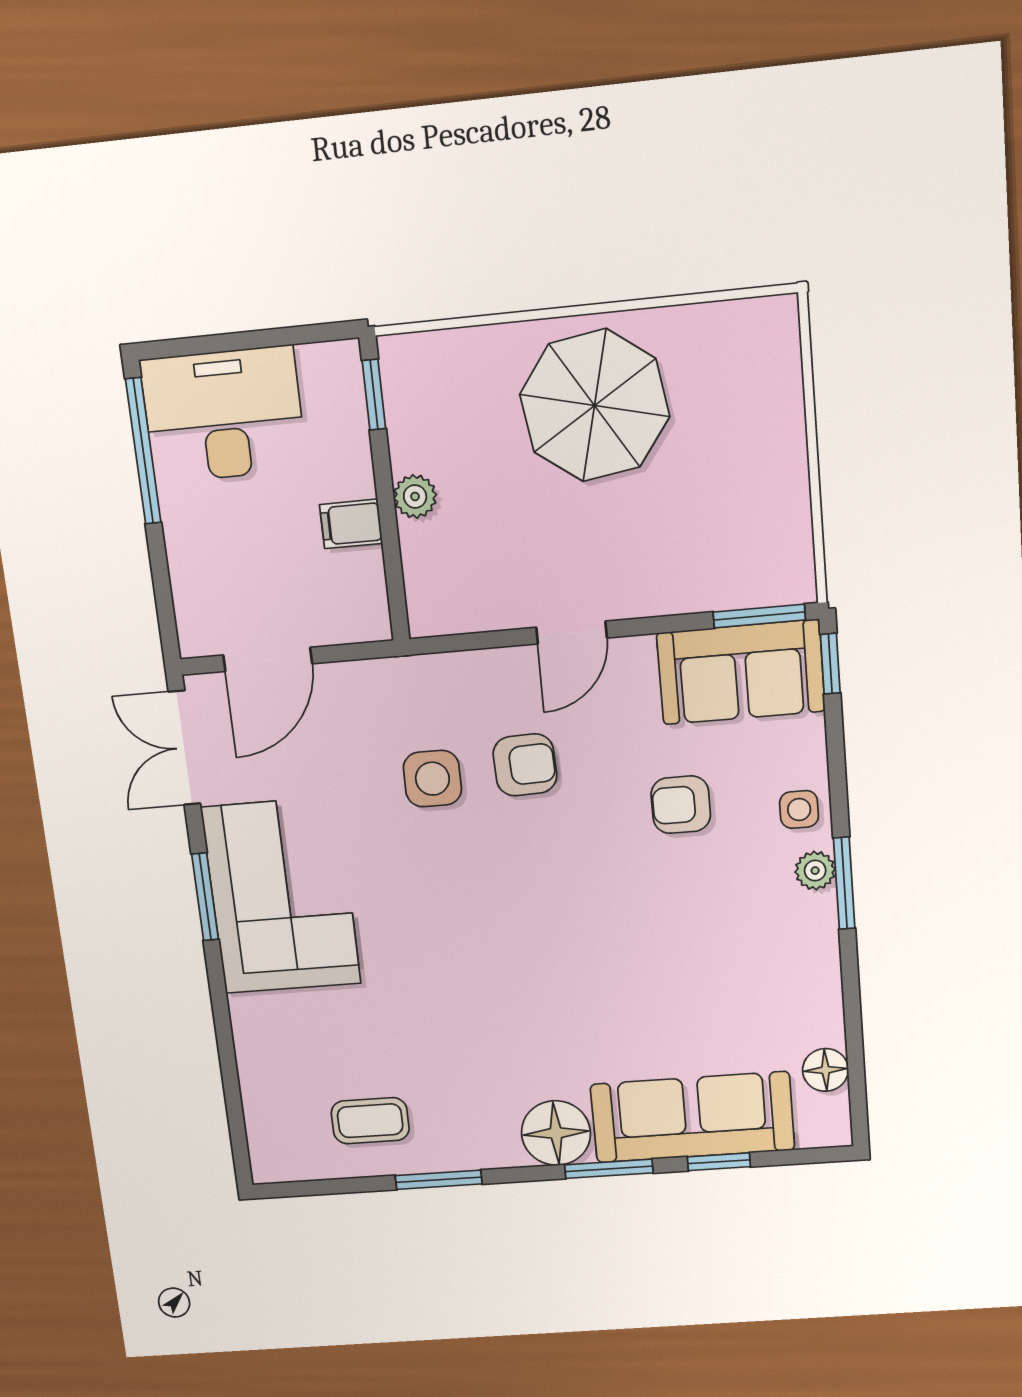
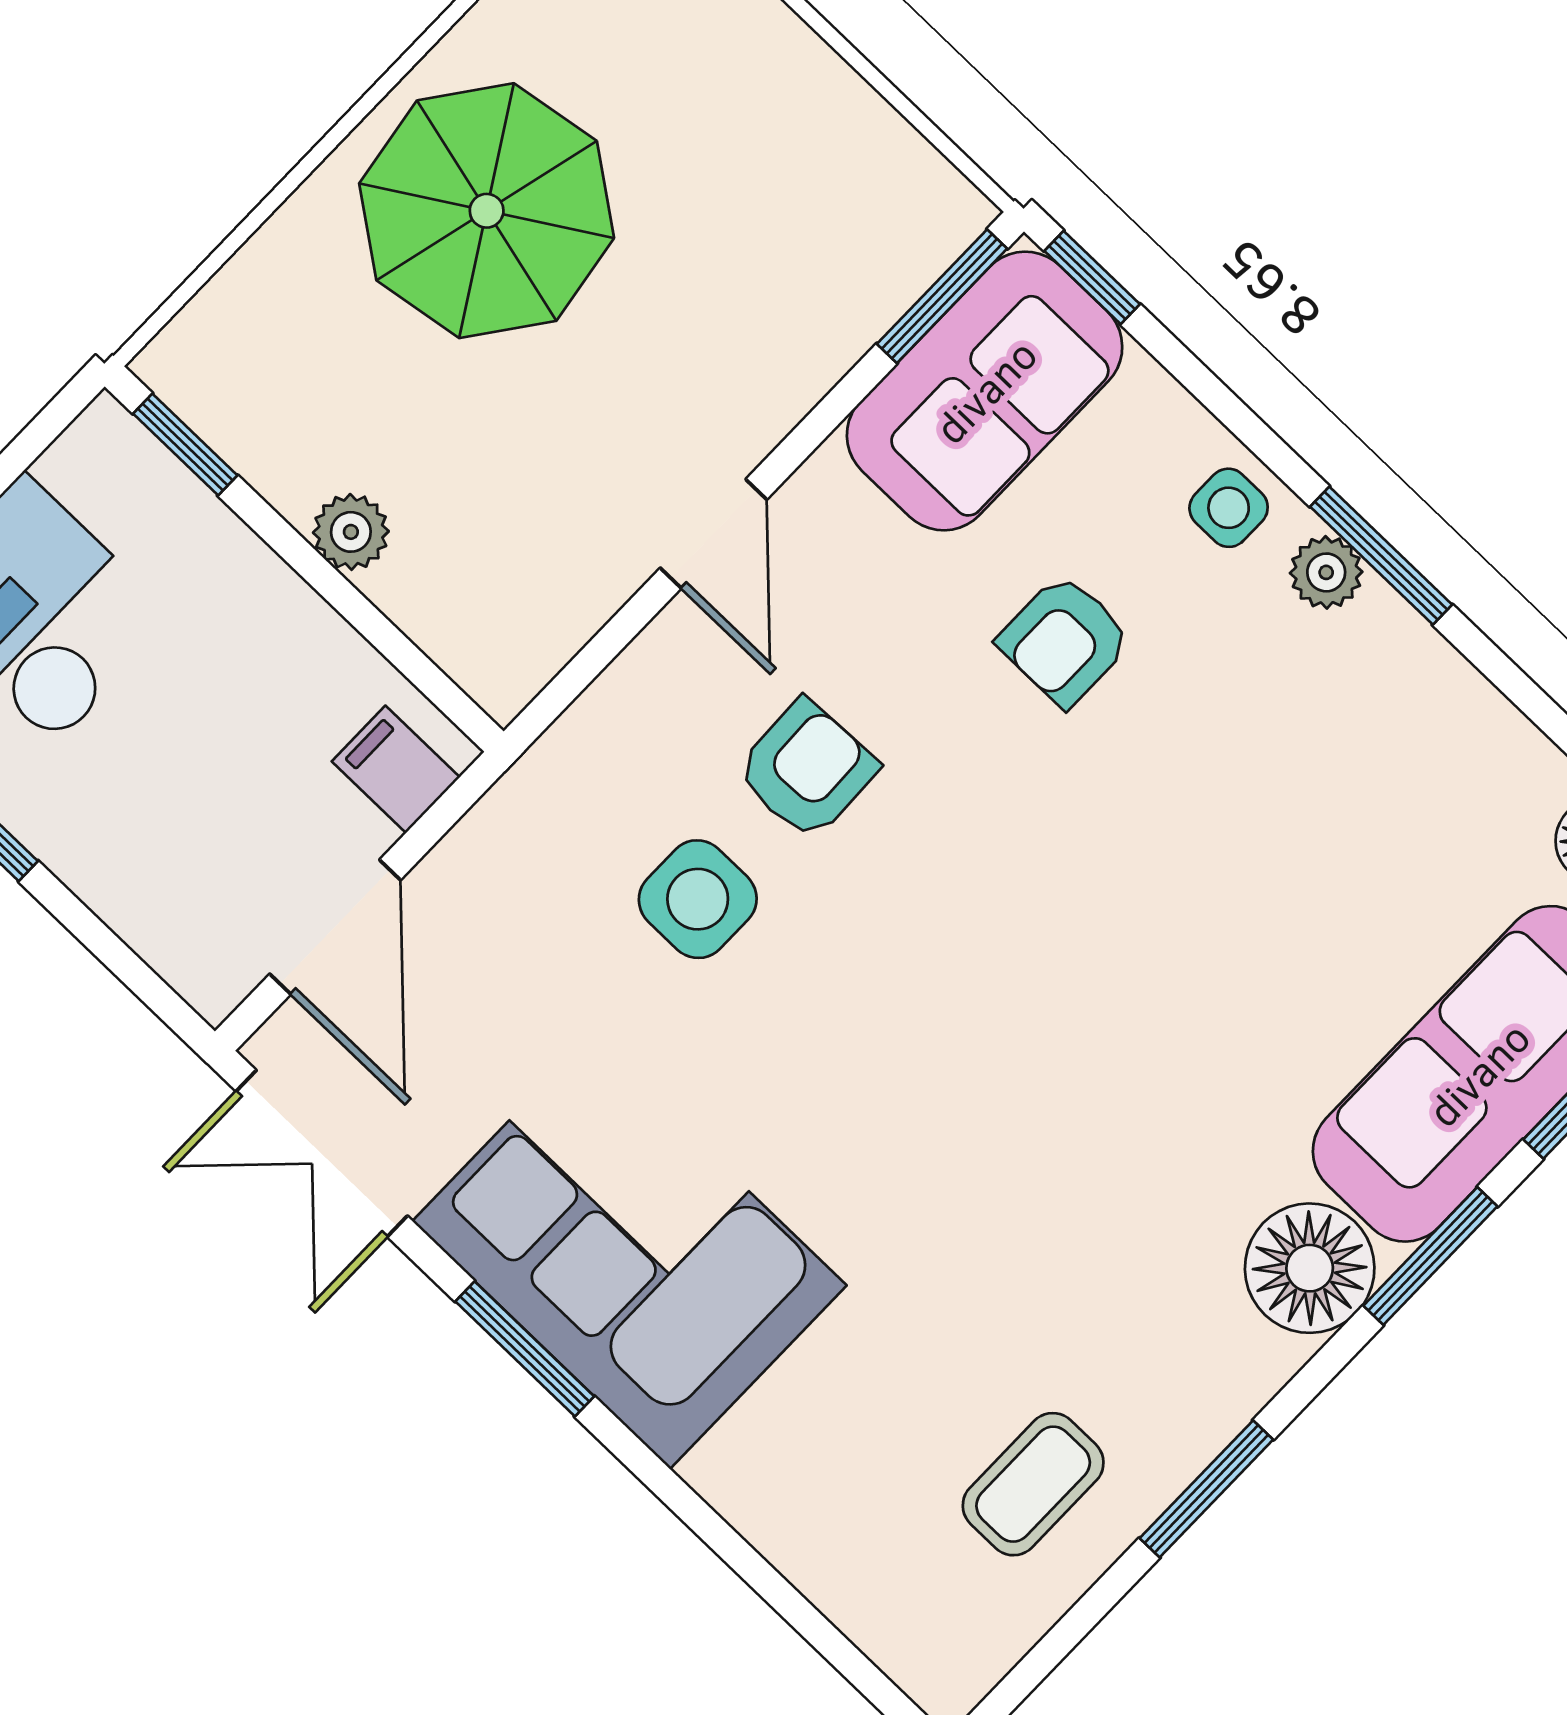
filing cabinet: (351, 524) -> (396, 769), moved, turned 90

